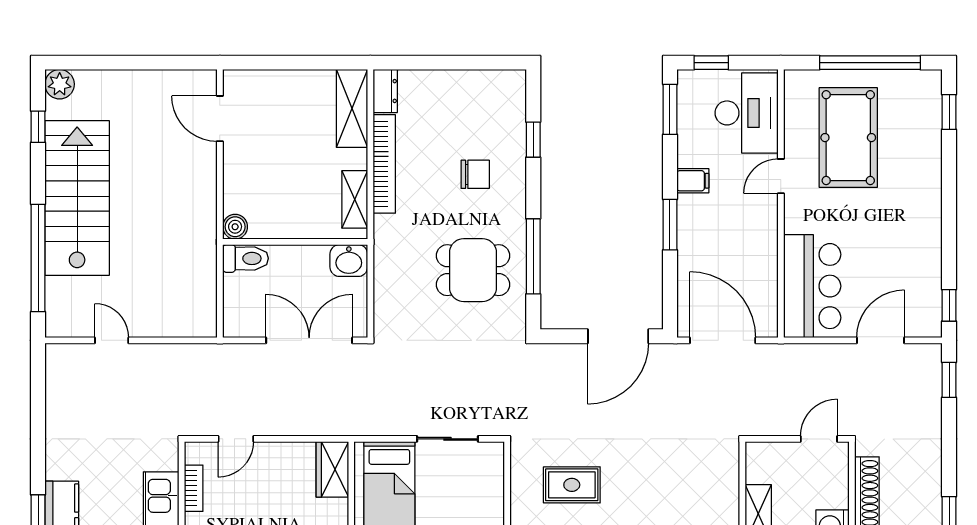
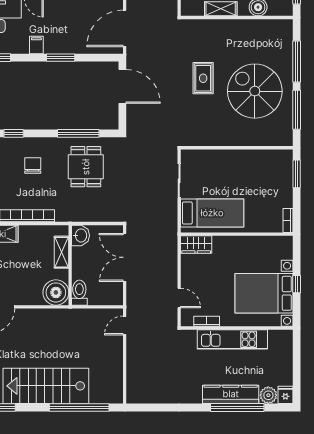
shelving: (355, 199) -> (61, 252), moved, turned 90
boiler: (235, 227) -> (56, 292), width x1.86, depth x1.86
door: (112, 340) -> (125, 325), moved
rug: (572, 485) -> (203, 78), moved

